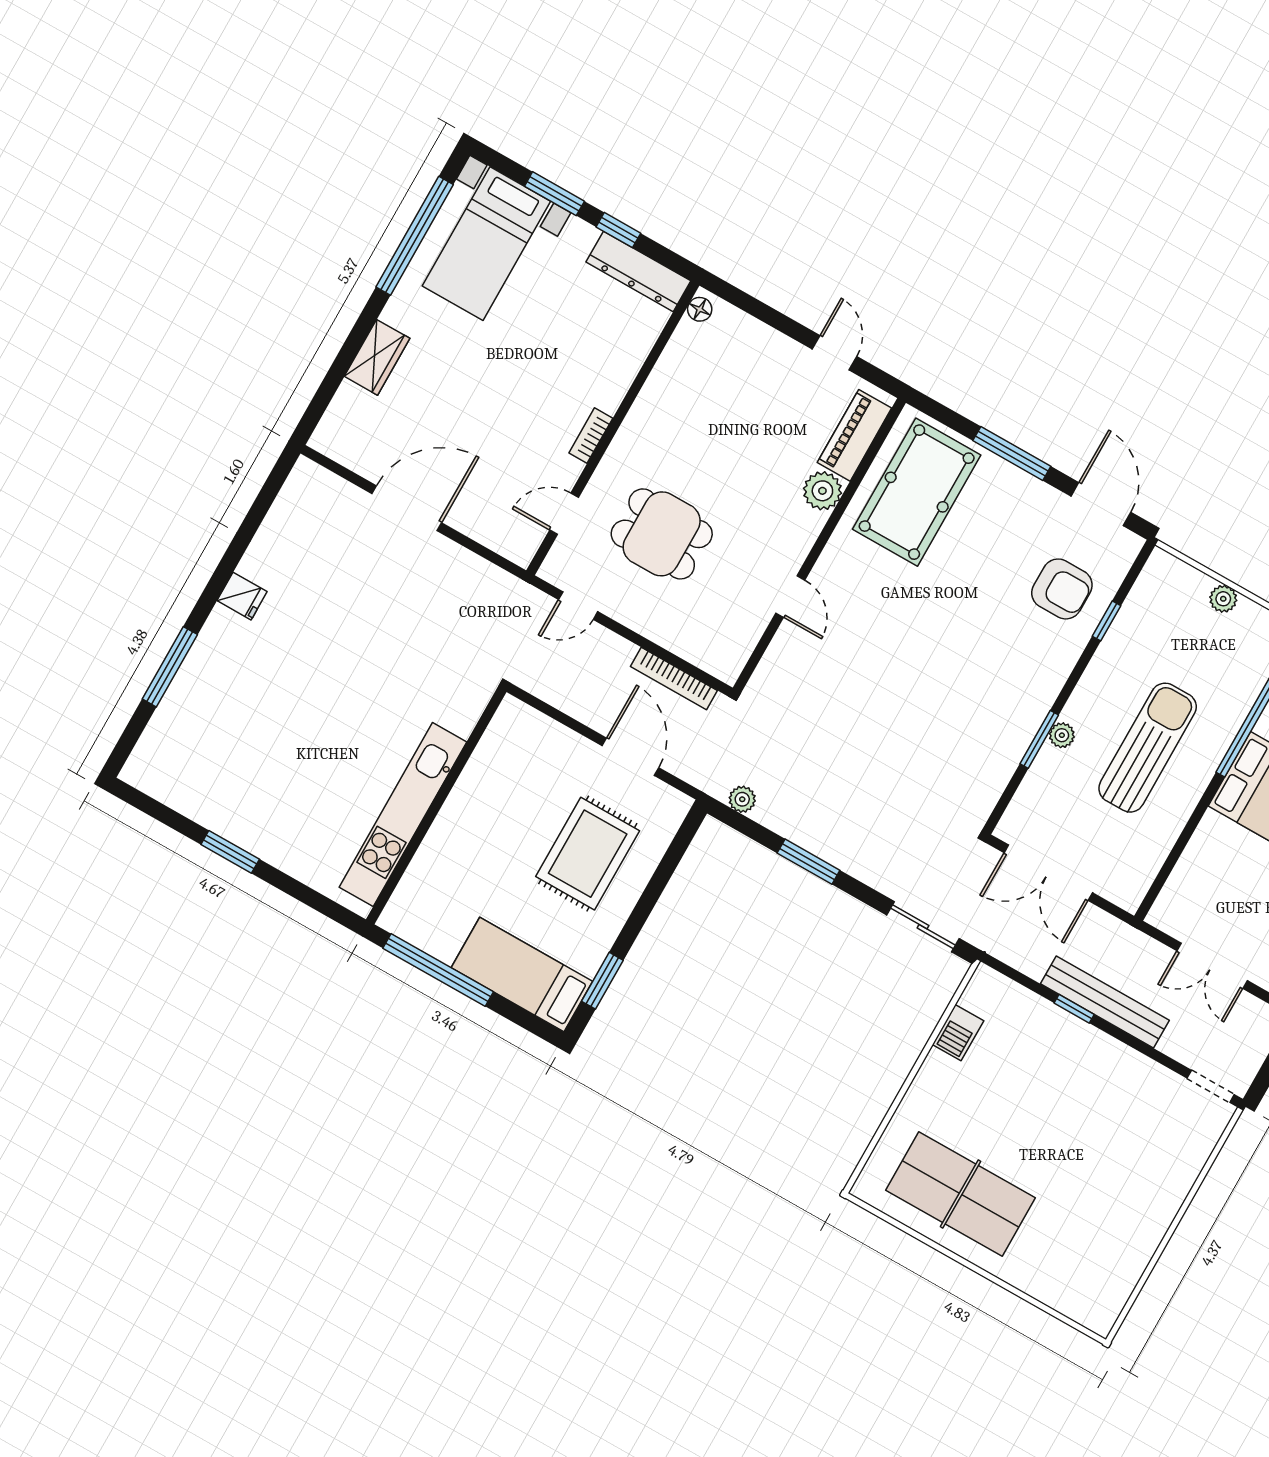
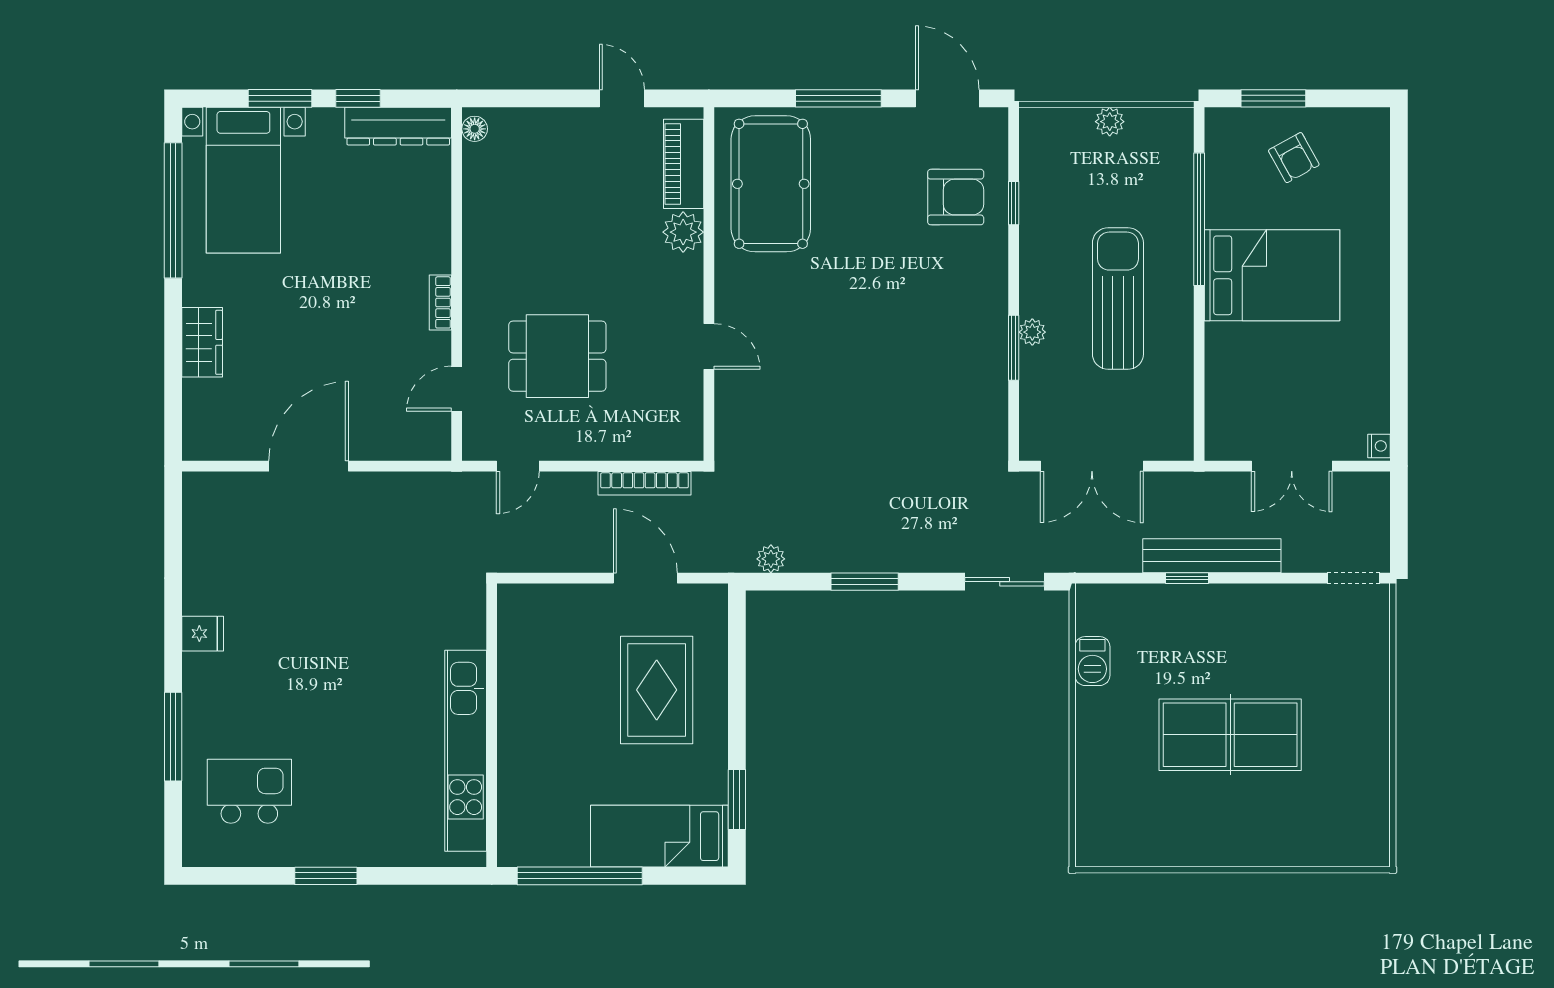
kitchen island: (207, 747) -> (249, 791), added
table tennis table: (961, 1194) -> (1230, 735), moved

